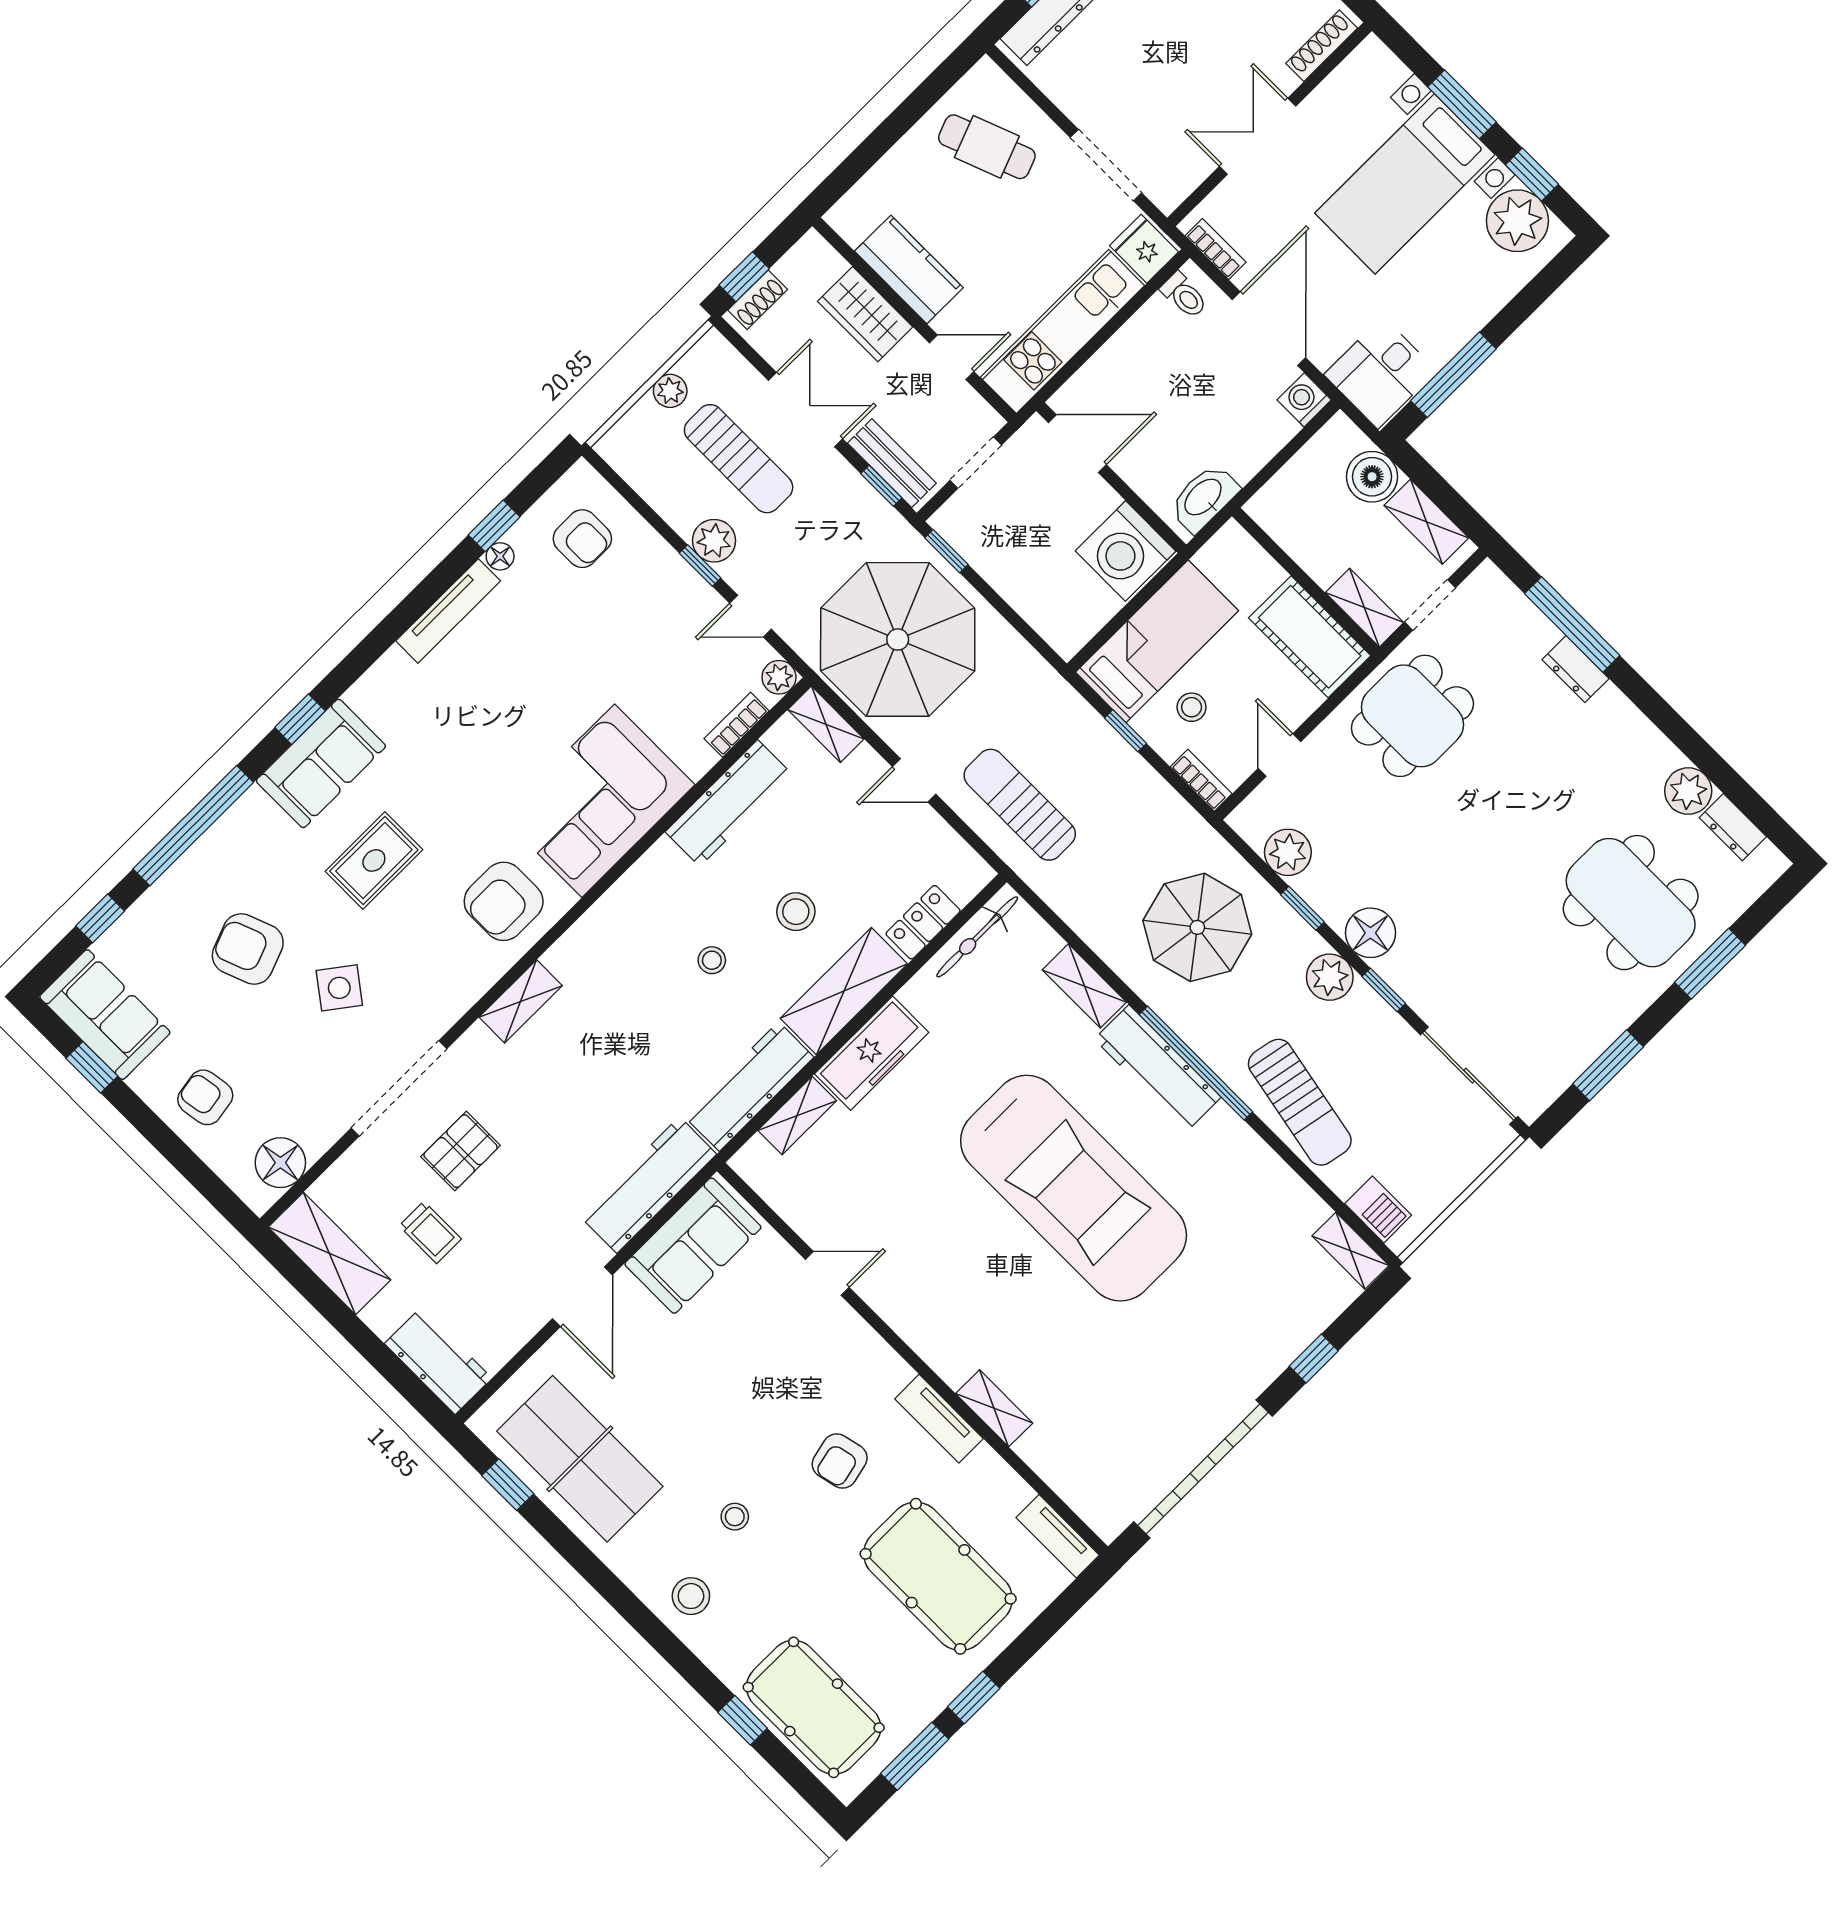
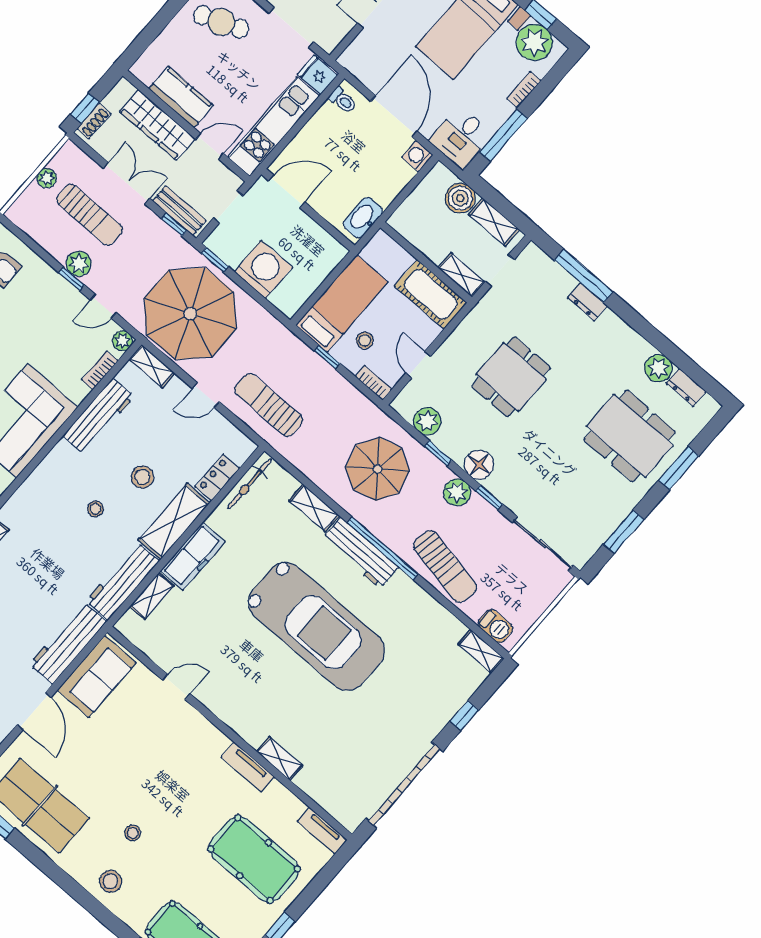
bookcase: (1215, 249) -> (524, 90), moved, turned -90
wardrobe: (865, 314) -> (157, 125), width x1.50
washing machine: (1126, 551) -> (263, 269), moved, turned 180
dining table: (1412, 716) -> (511, 377), moved
armchair: (840, 1461) -> (192, 796), removed

